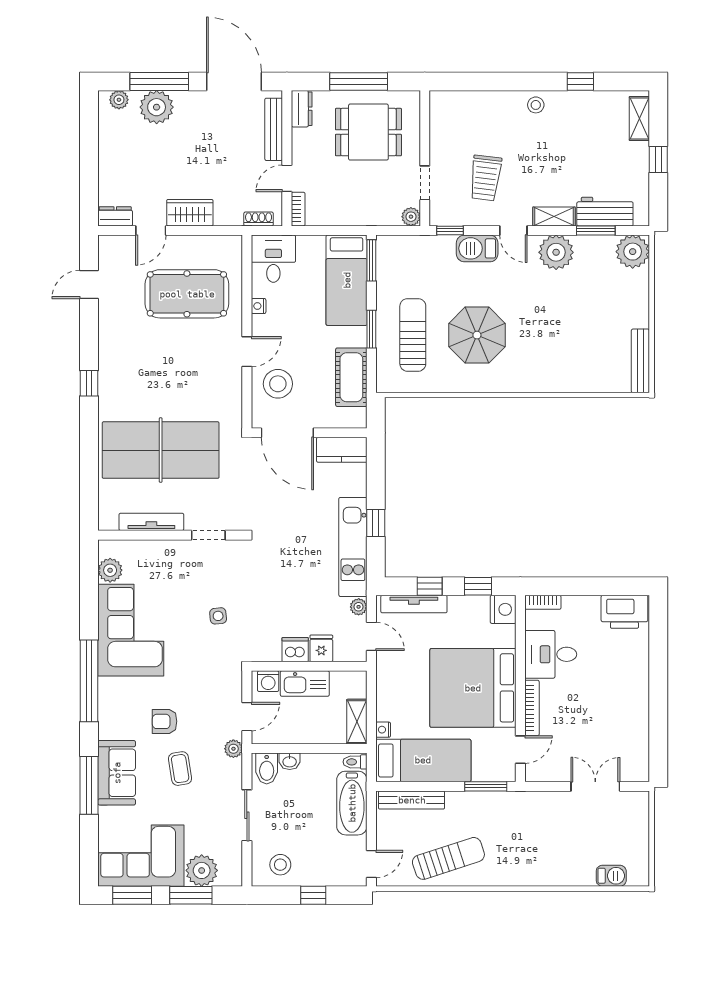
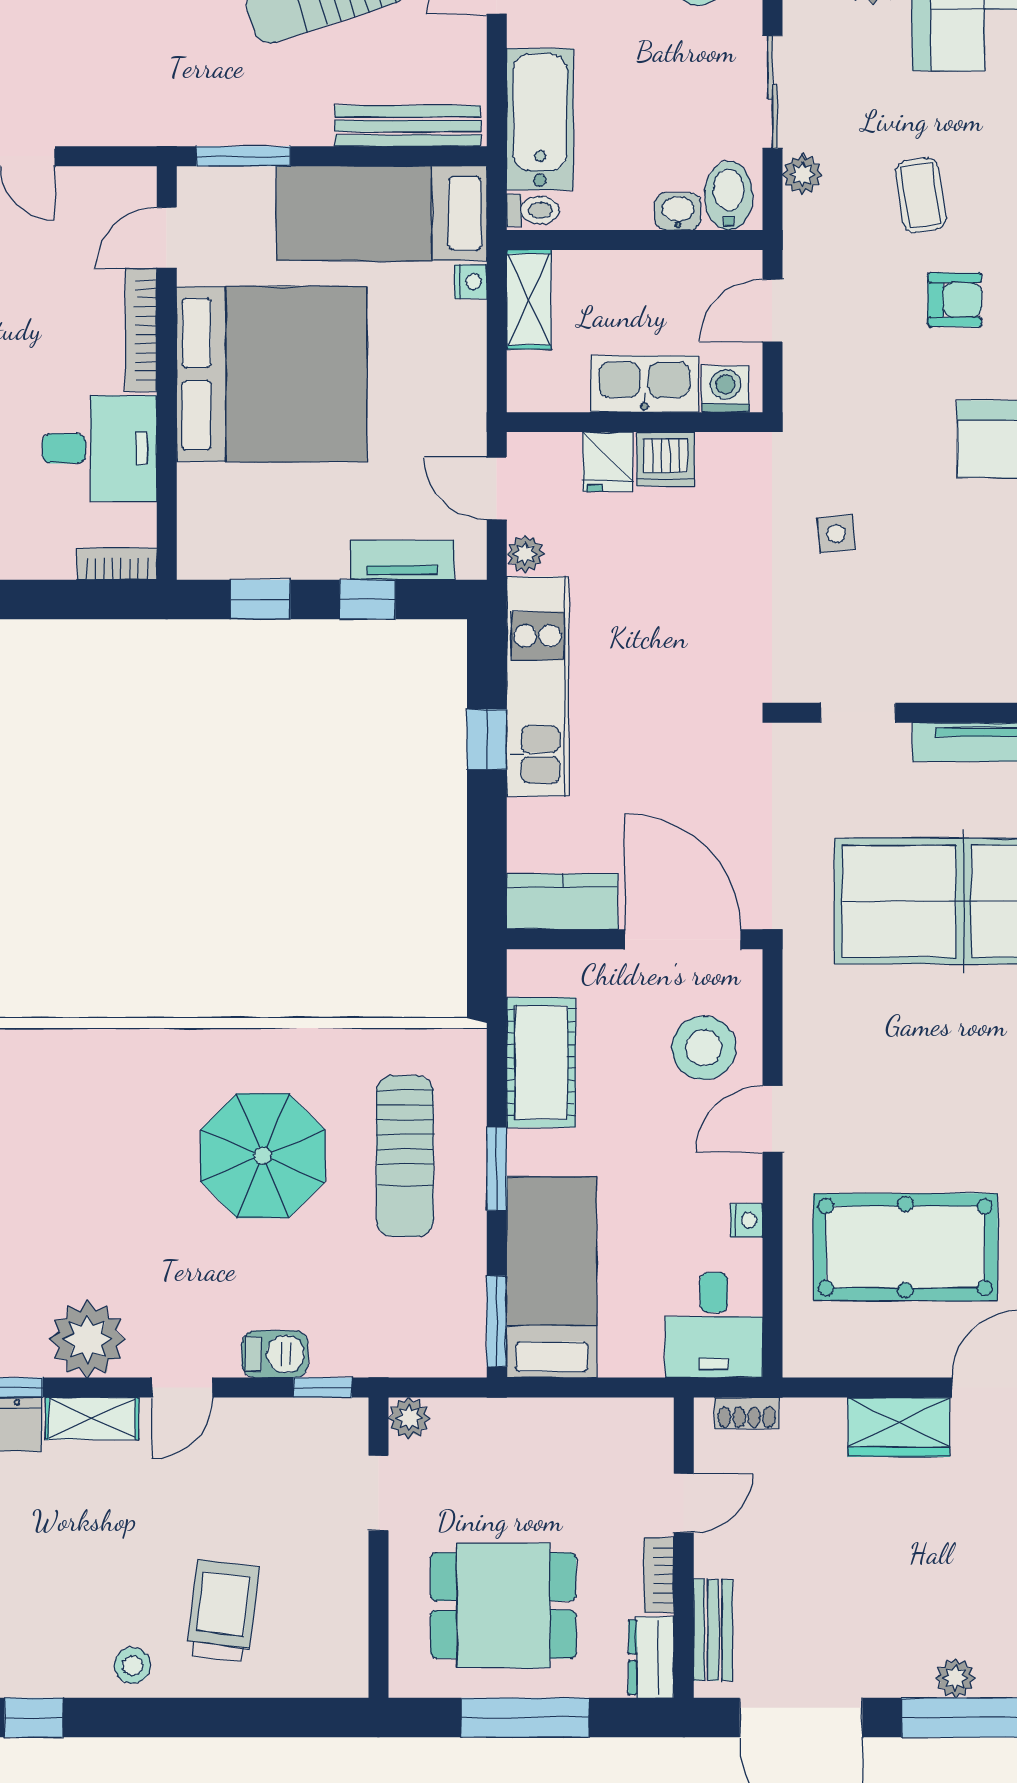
plant: (157, 107) -> (955, 1678), width x0.53, depth x0.53
bench: (274, 129) -> (713, 1630), width x0.73
trolley: (486, 178) -> (223, 1610), moved
bookcase: (298, 209) -> (659, 1575), moved
door: (513, 230) -> (182, 1388), swing flipped
barbecue: (477, 248) -> (275, 1354), width x0.73, depth x0.79
tv unit: (414, 604) -> (402, 560), width x0.71
nightstand: (503, 609) -> (205, 548), removed
plant: (233, 749) -> (802, 174), moved

